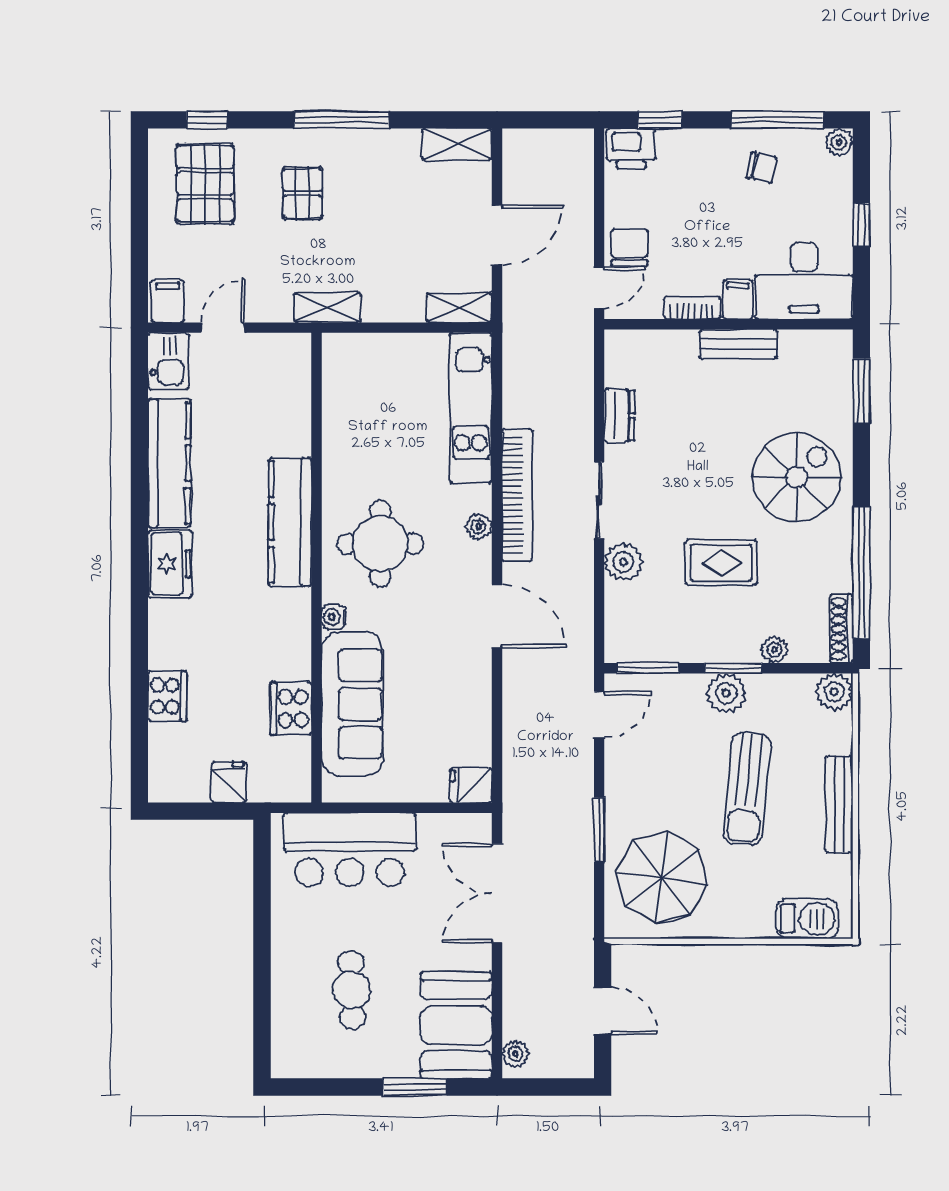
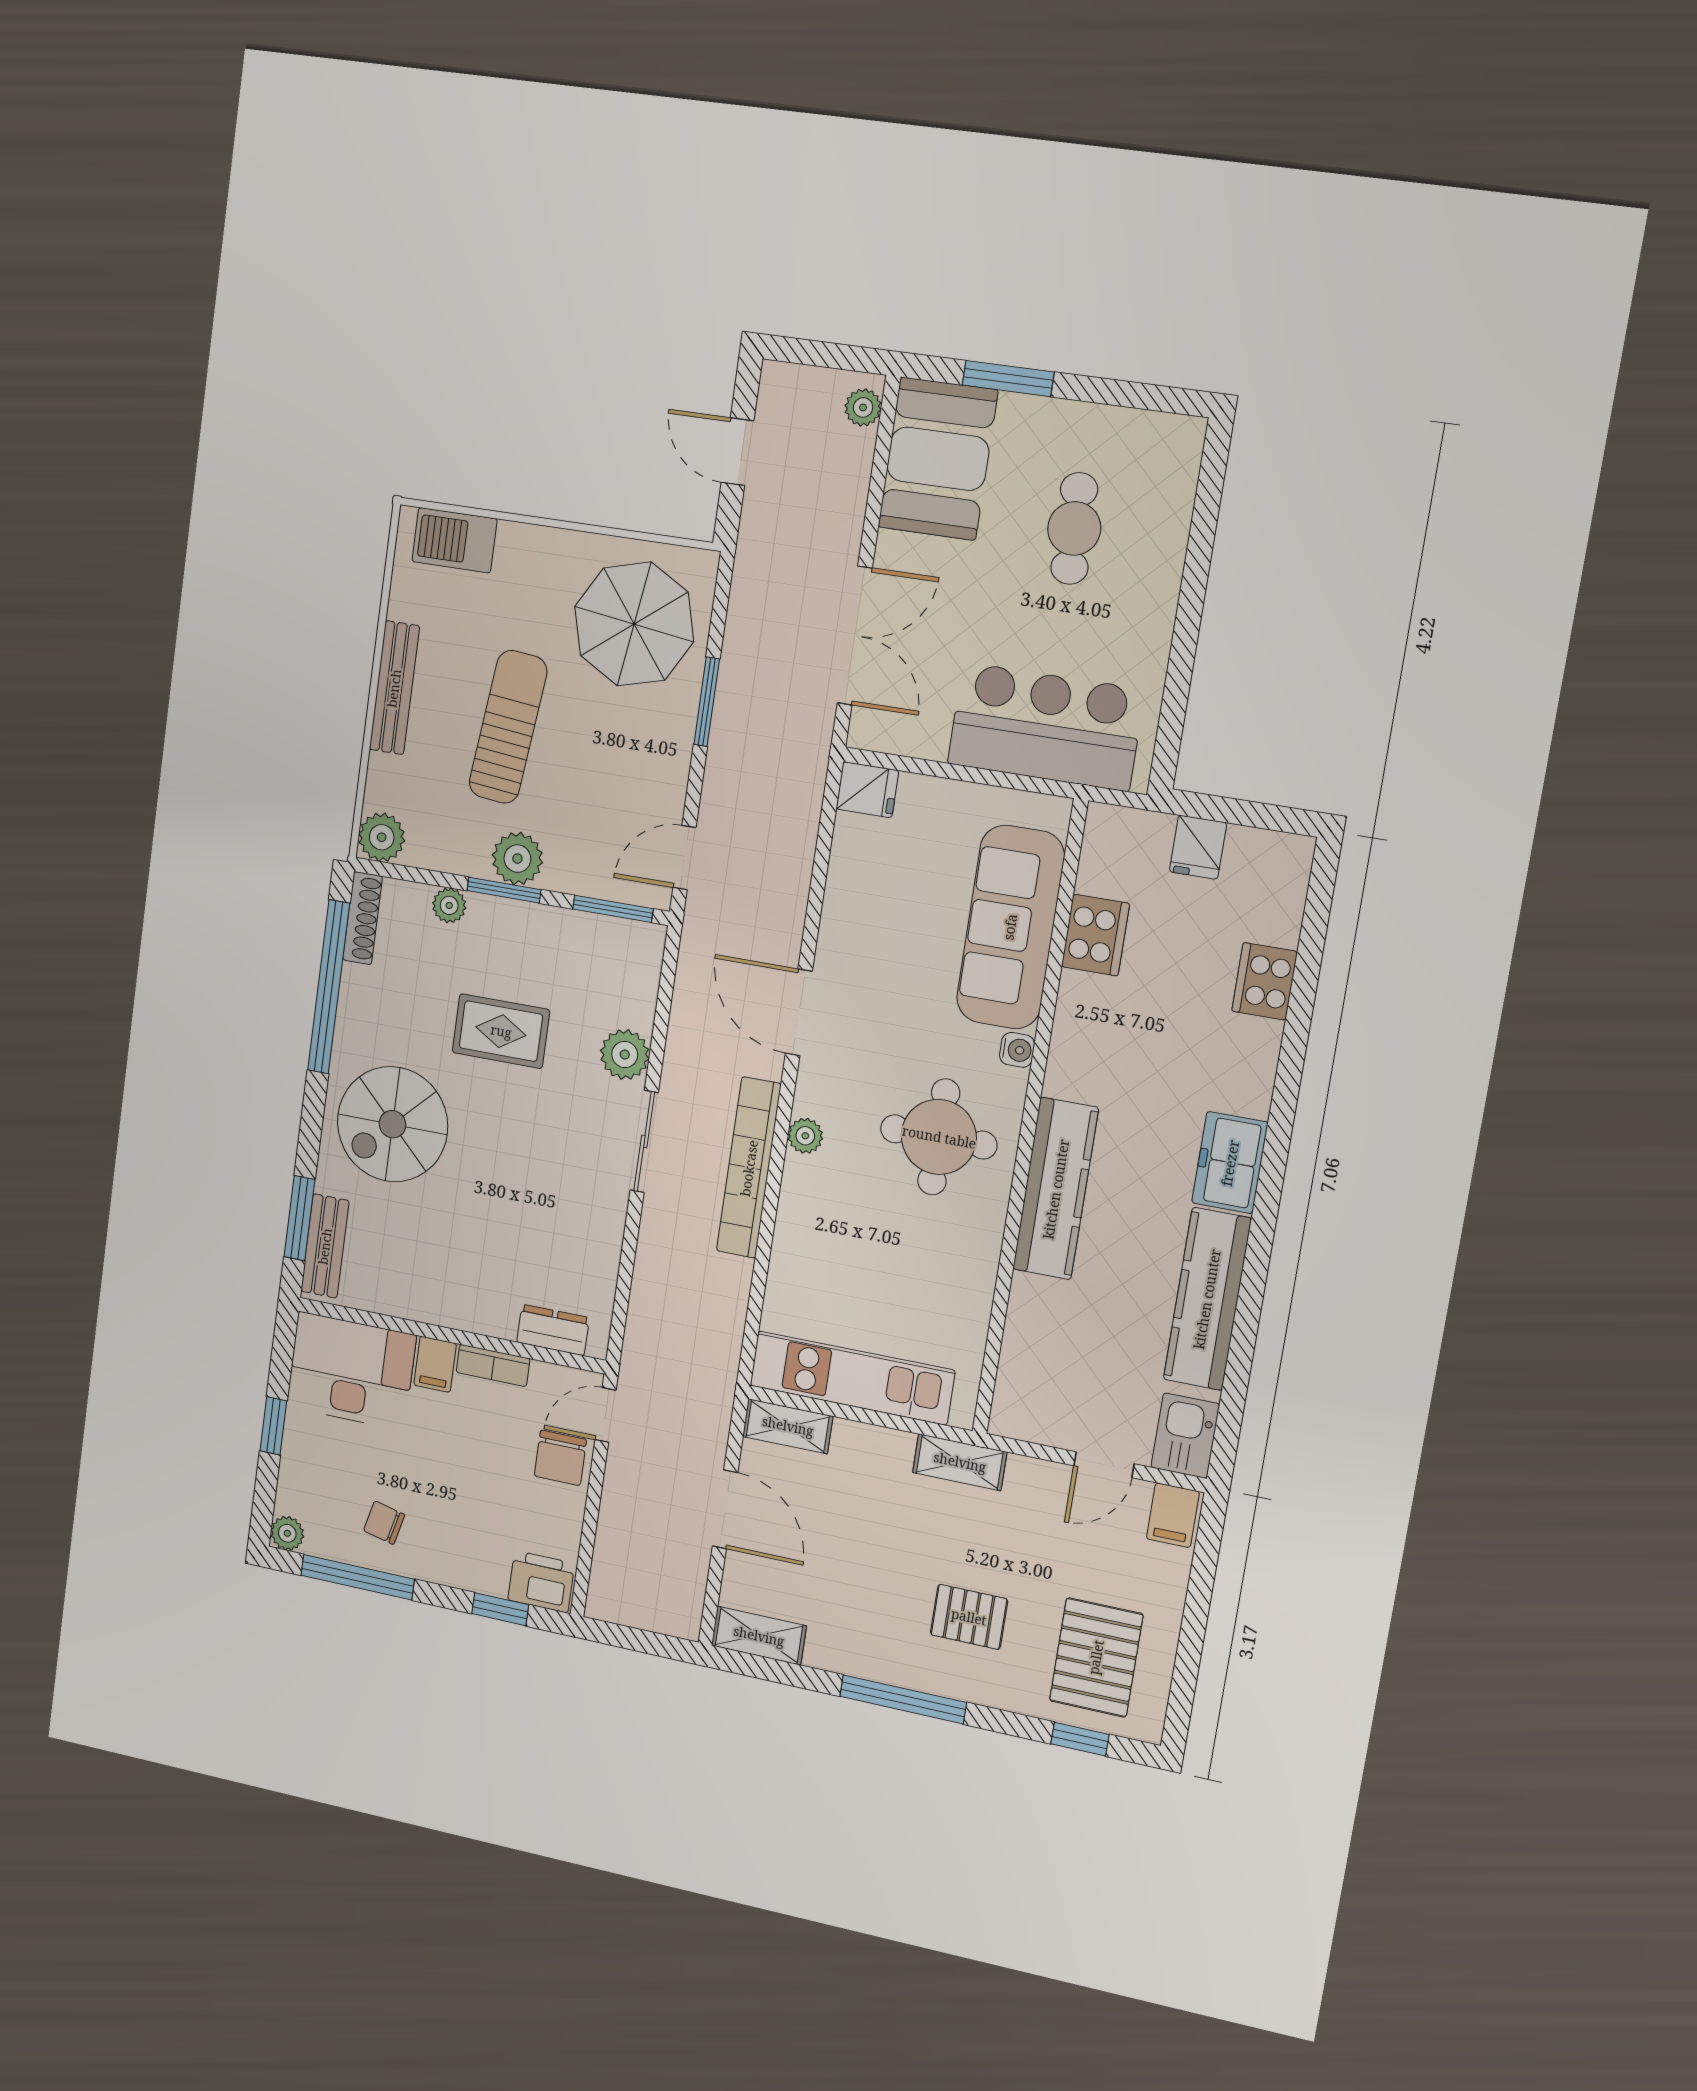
pallet: (302, 193) -> (969, 1617), turned 90
door: (497, 235) -> (725, 1509), swing flipped
bench: (738, 344) -> (325, 1246), moved, turned 90
kitchen unit: (471, 408) -> (852, 1378), moved, turned -90
dresser: (619, 416) -> (553, 1330), moved, turned 90

